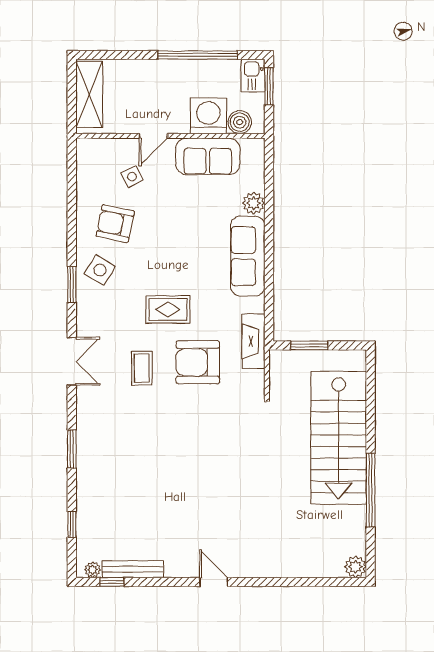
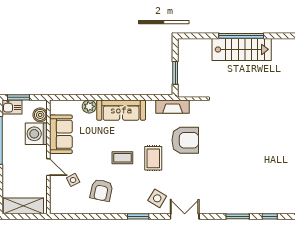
side table: (100, 270) -> (157, 198), moved
armchair: (198, 362) -> (185, 140), turned -90
coffee table: (142, 368) -> (122, 158), moved
stairs: (339, 438) -> (242, 49), width x0.73, depth x0.66
window: (371, 490) -> (241, 36), moved
window: (72, 524) -> (270, 216), moved

